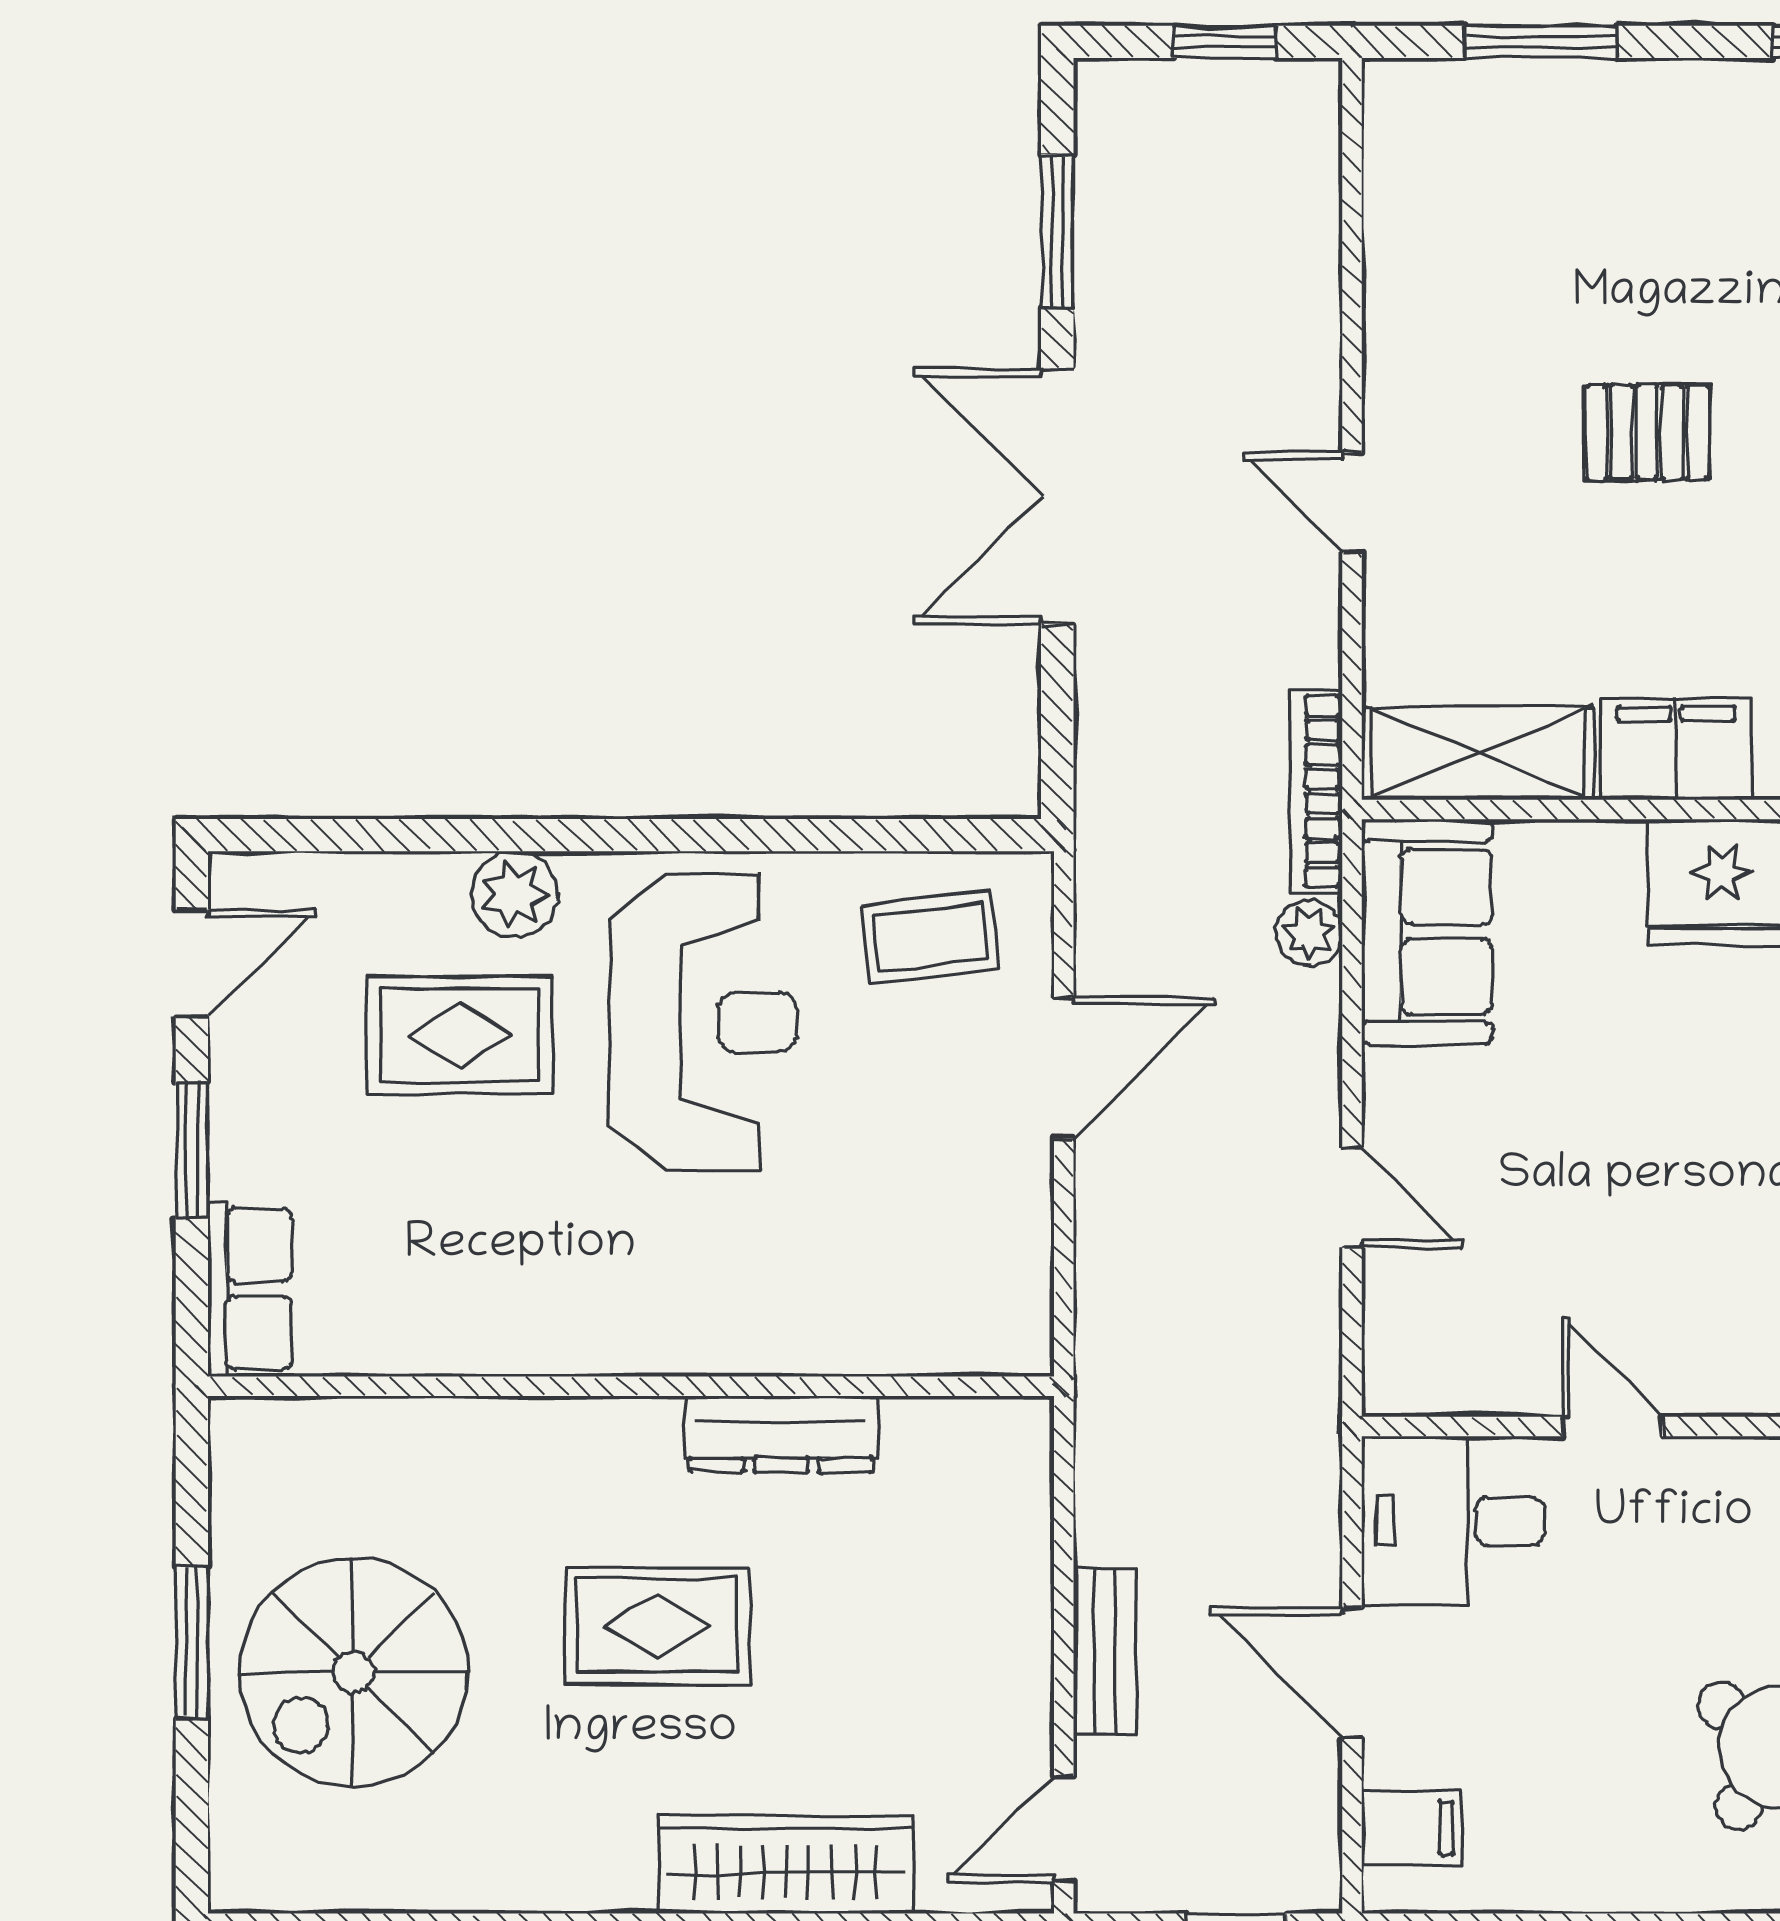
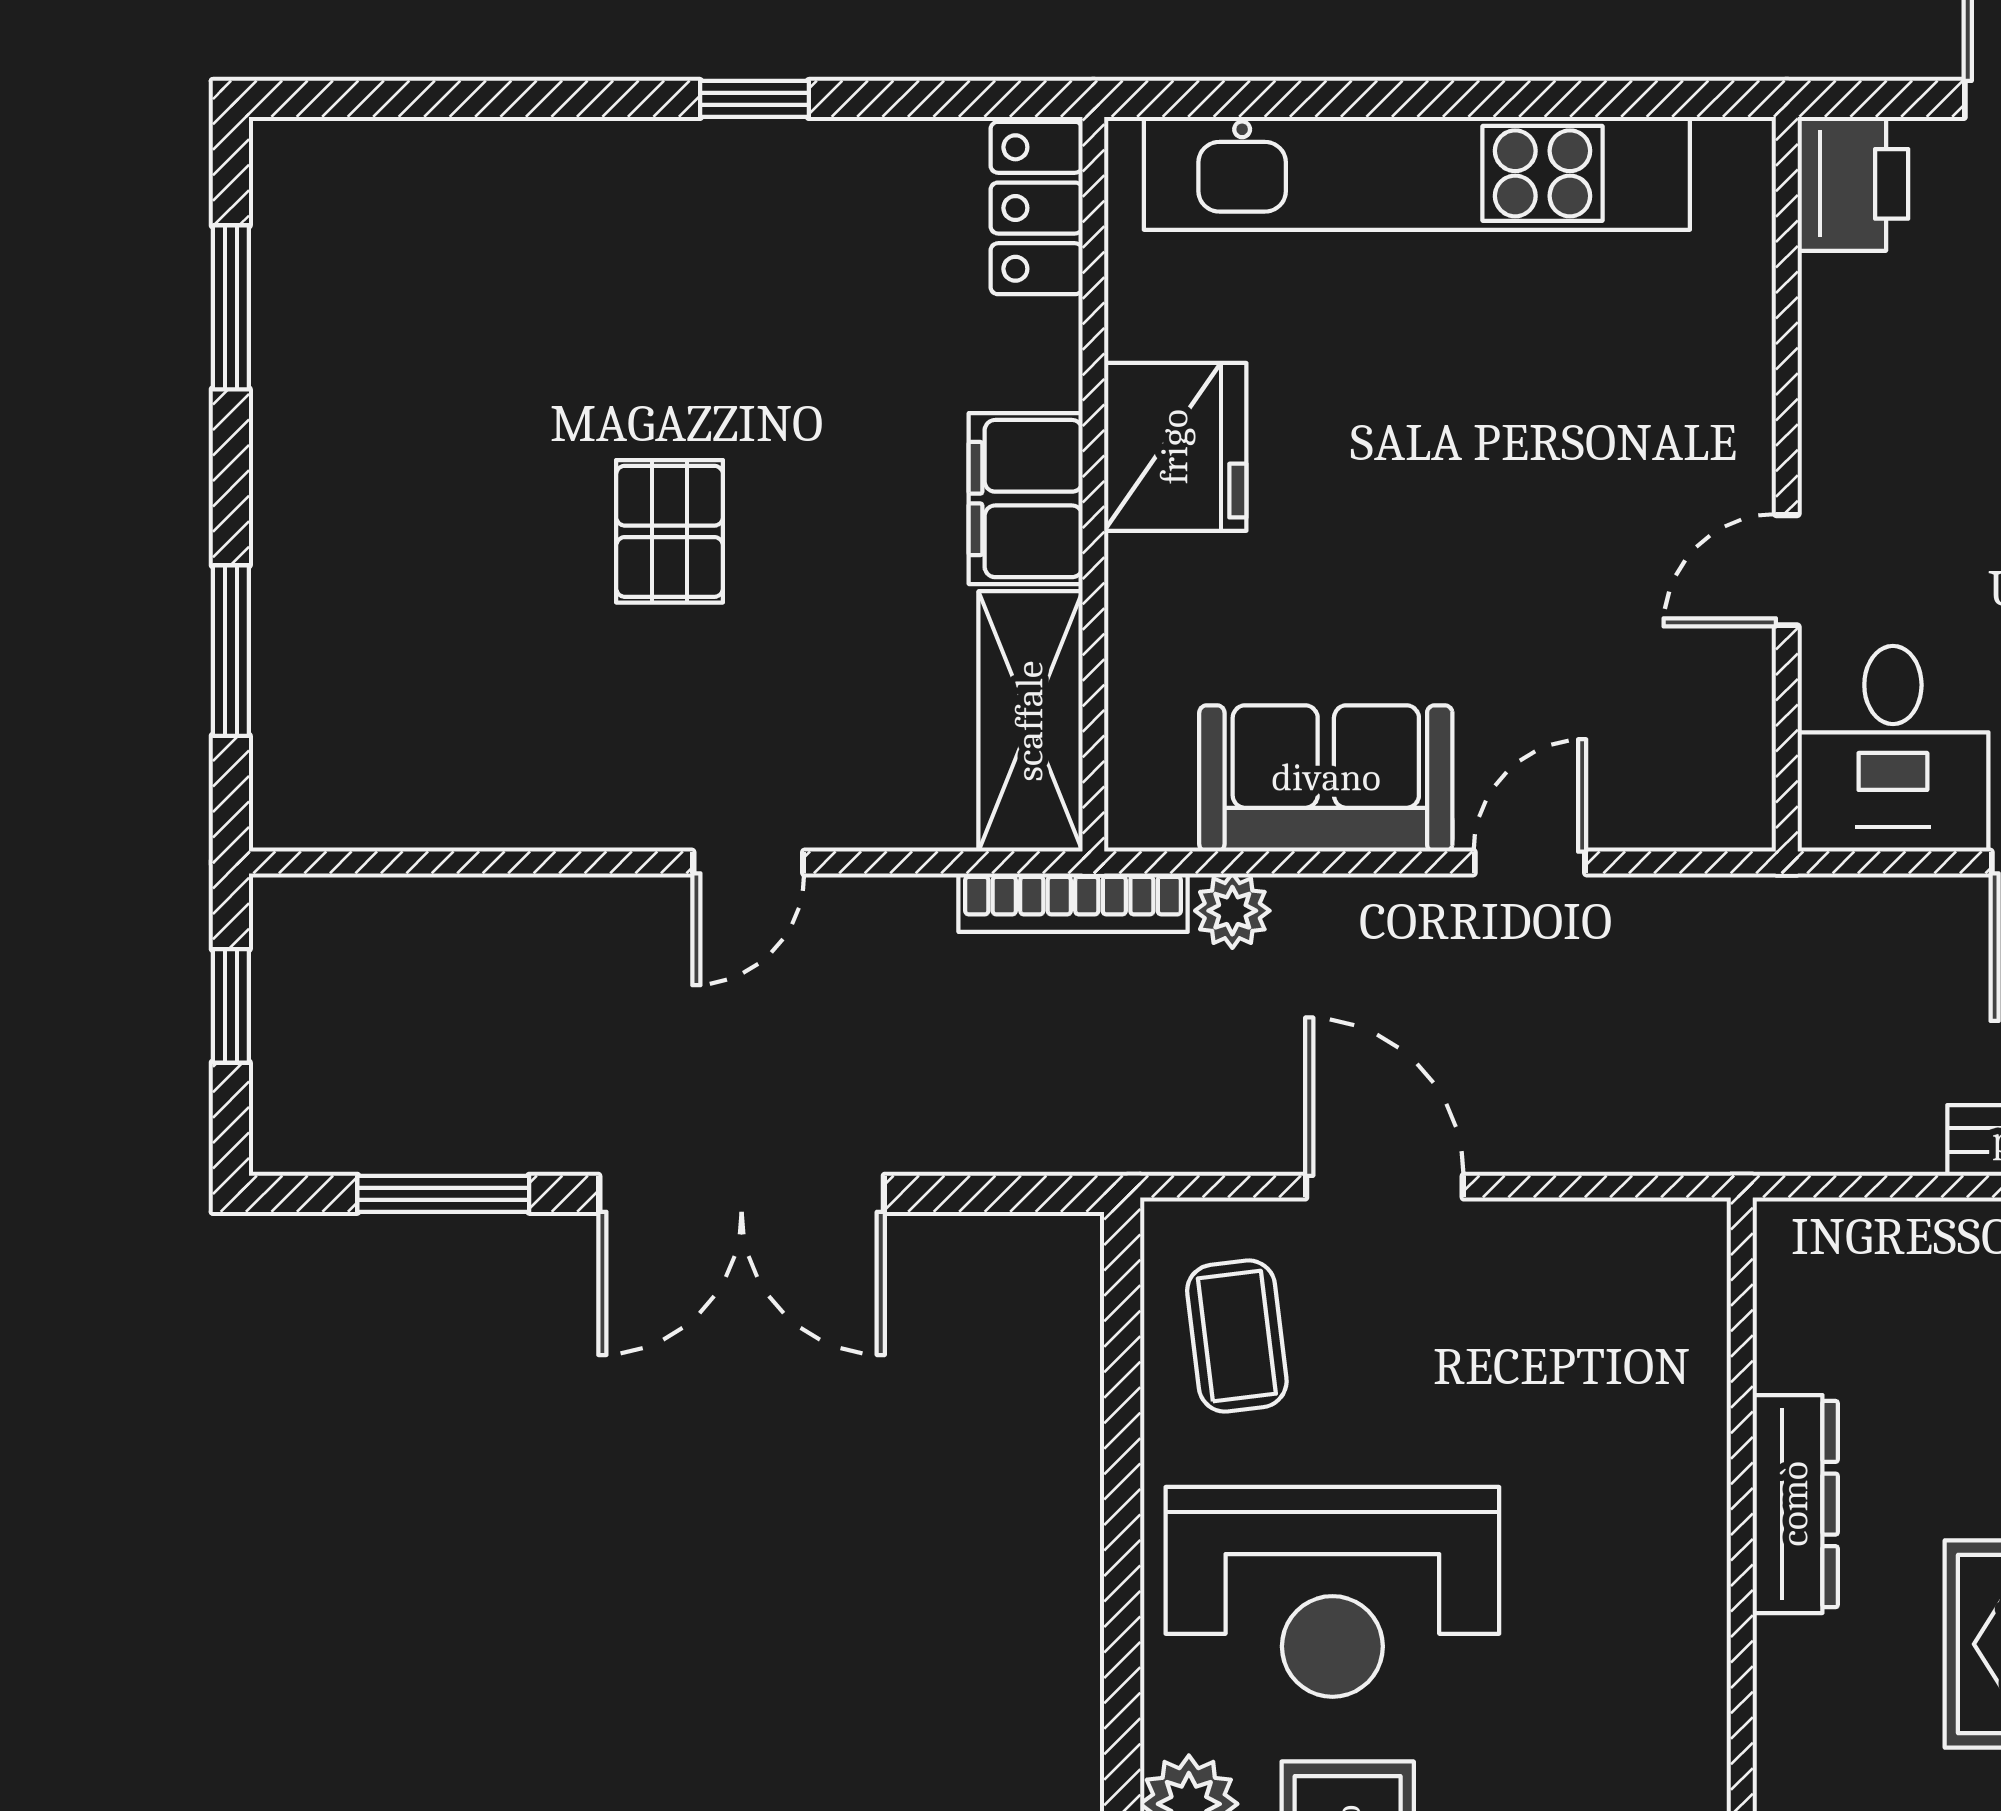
sofa: (1427, 932) -> (1326, 778), moved
reception desk: (703, 1022) -> (1332, 1592), turned 180

